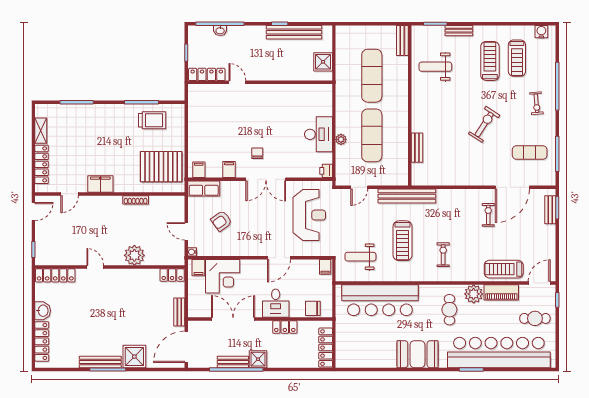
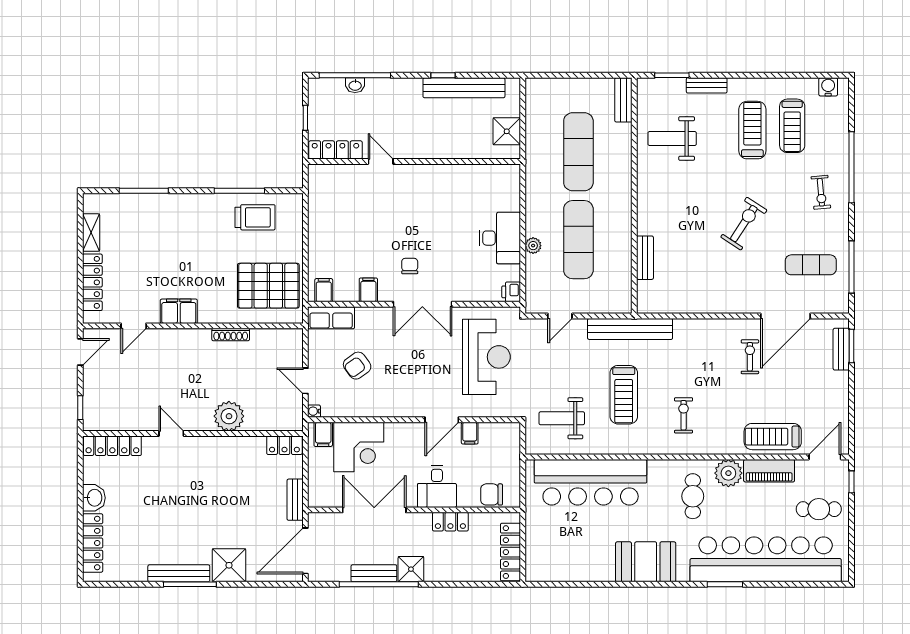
filing cabinet: (325, 267) -> (470, 433), moved

